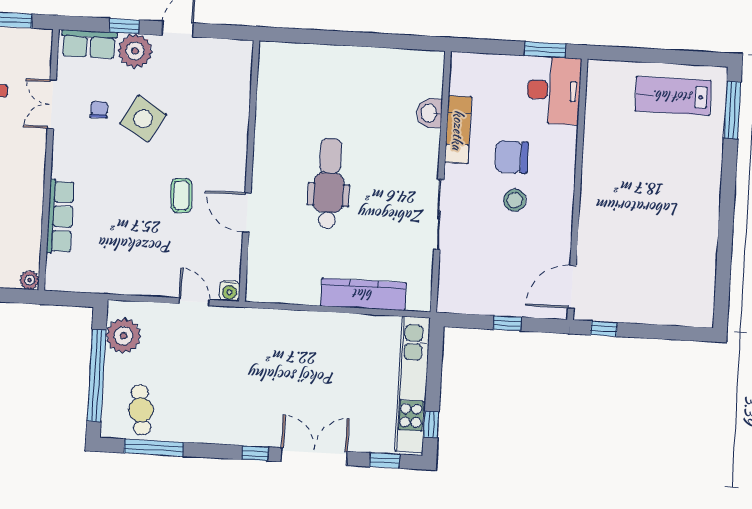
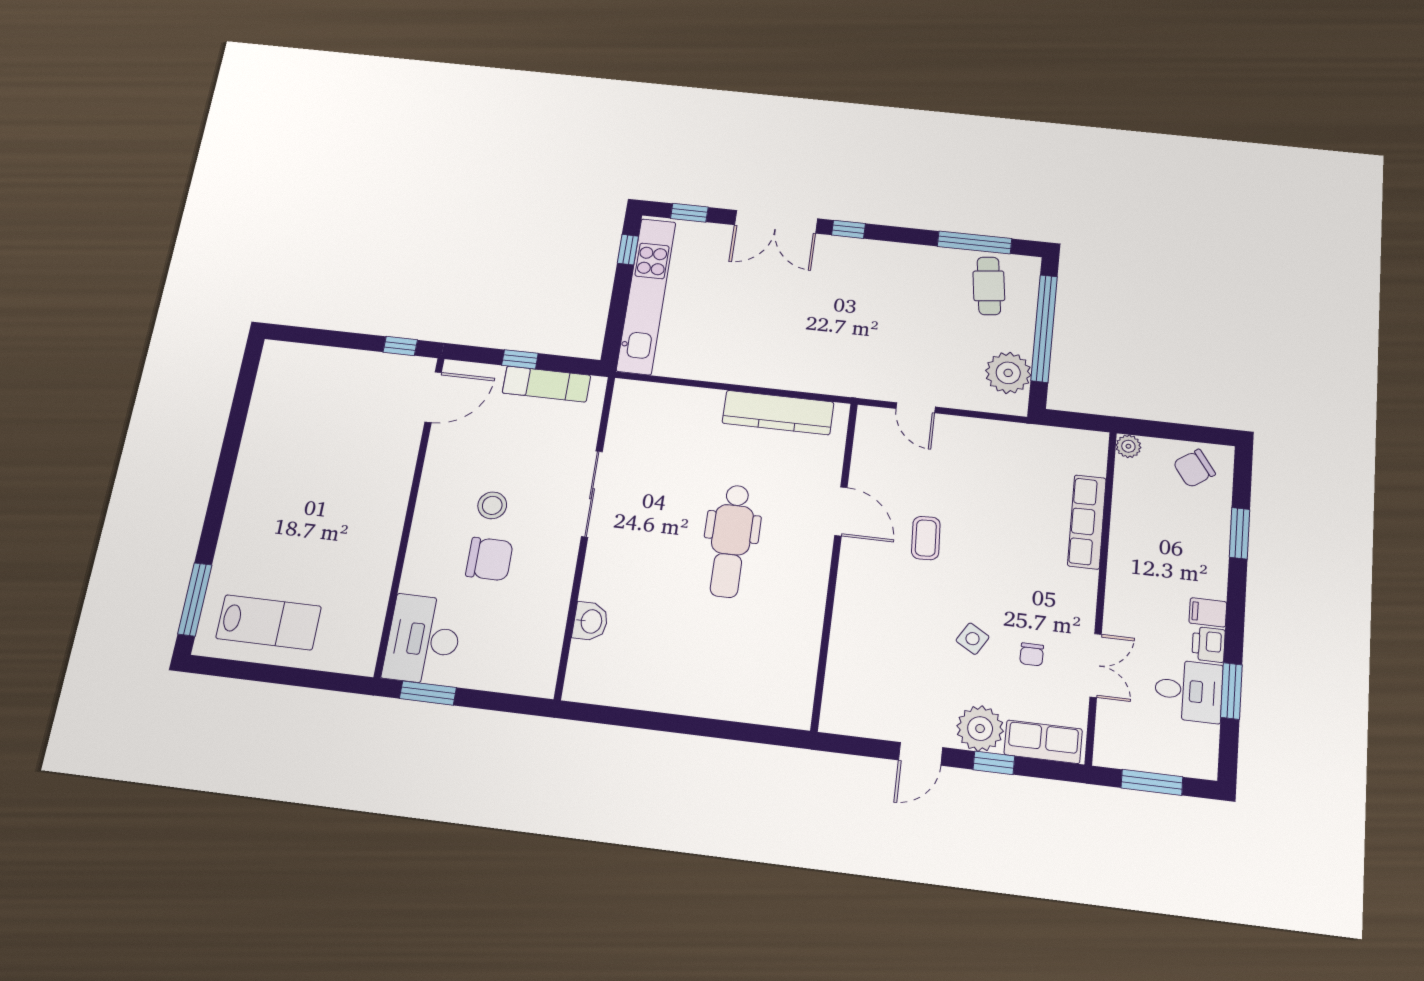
side table: (143, 119) -> (973, 639), width x0.54, depth x0.54
exam couch: (458, 130) -> (546, 384), moved, turned -90
water cooler: (230, 291) -> (869, 418), removed
kitchen counter: (363, 294) -> (778, 413), moved

